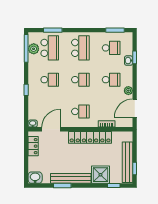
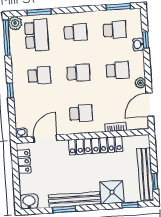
school desk: (80, 48) -> (76, 32), width x0.54
plant: (34, 49) -> (15, 23), moved

